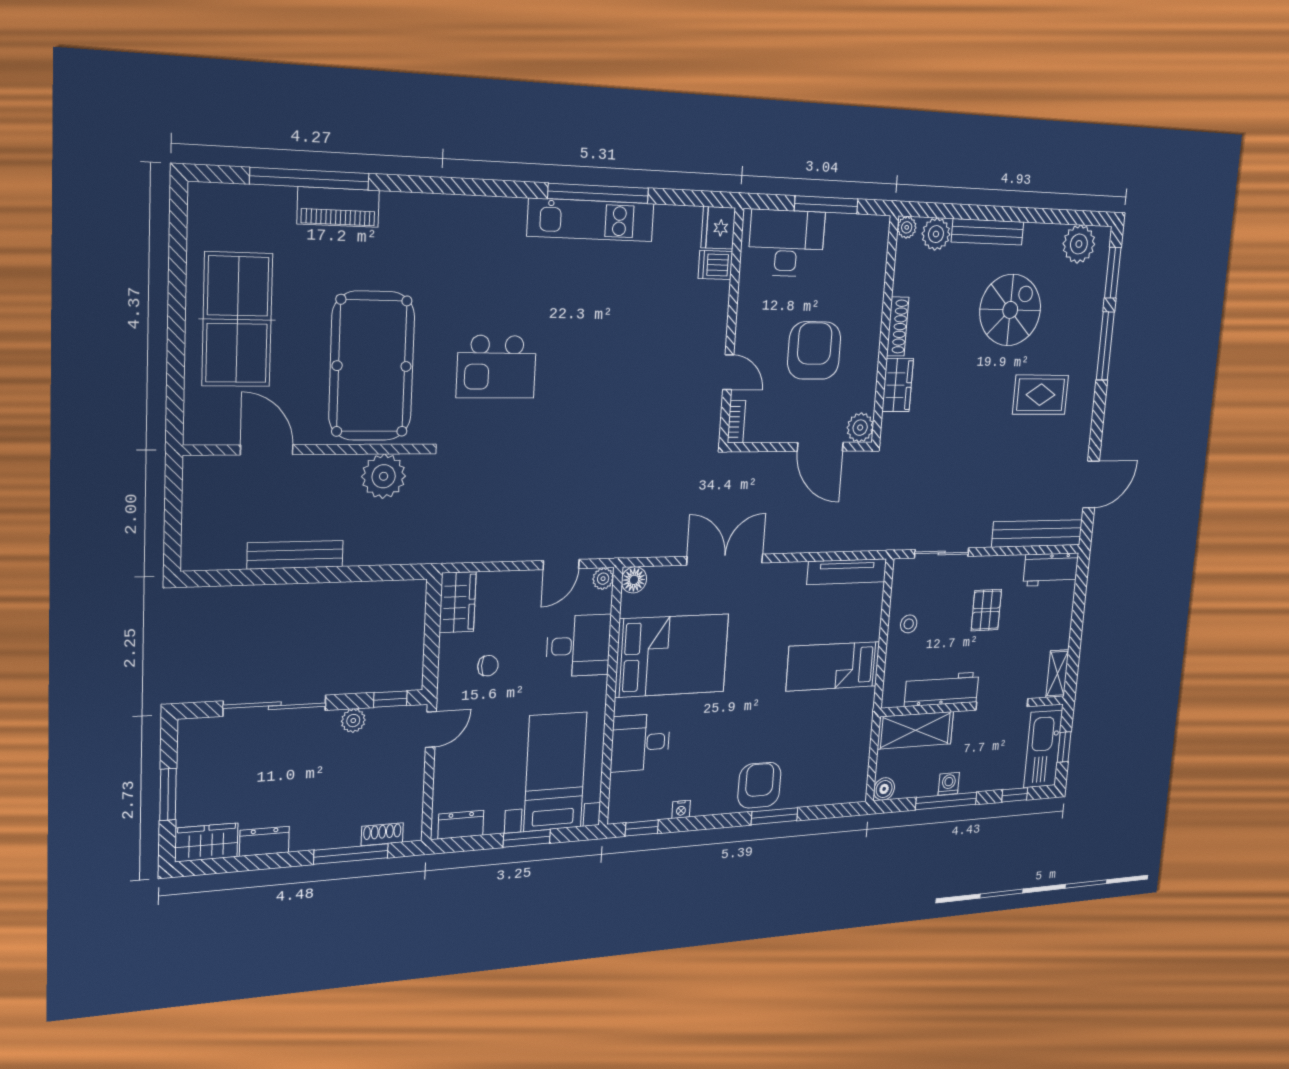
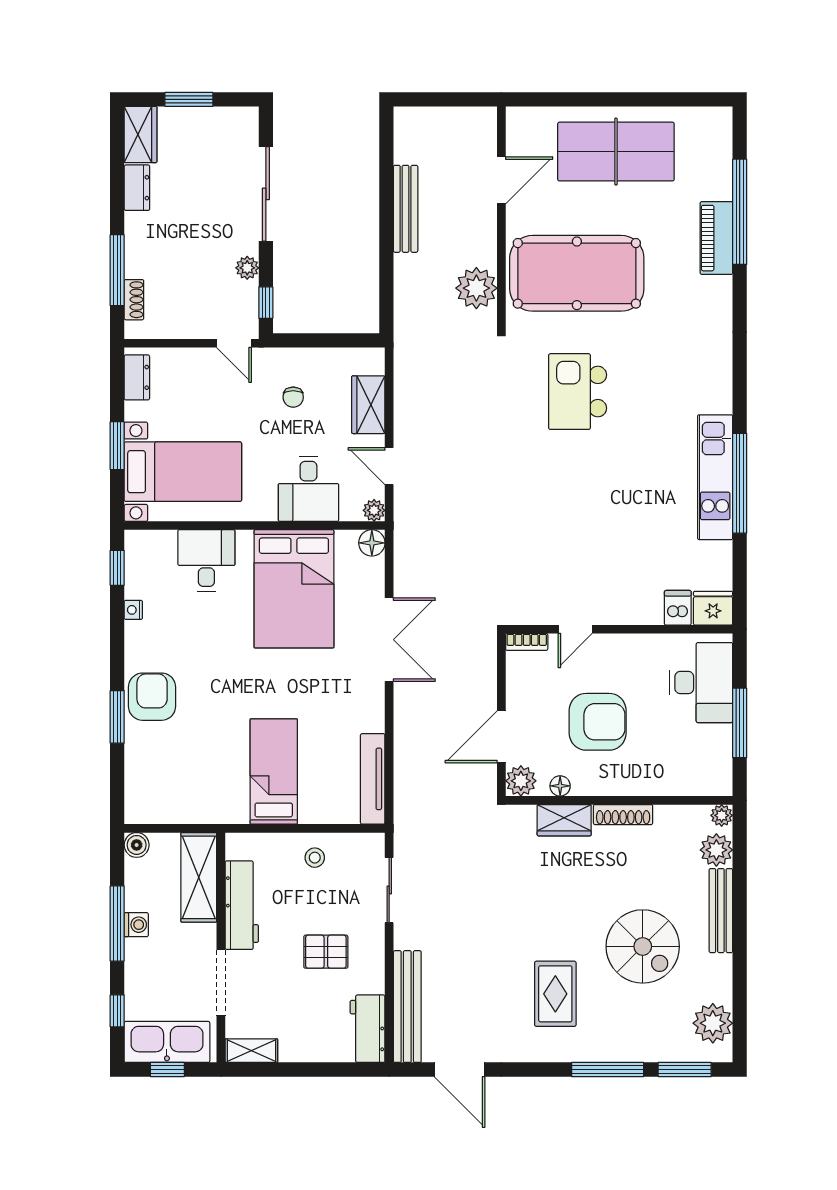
floor lamp: (868, 389) -> (560, 786), added
wardrobe: (458, 602) -> (368, 405), moved, turned 90
armchair: (759, 785) -> (152, 697), turned -90

